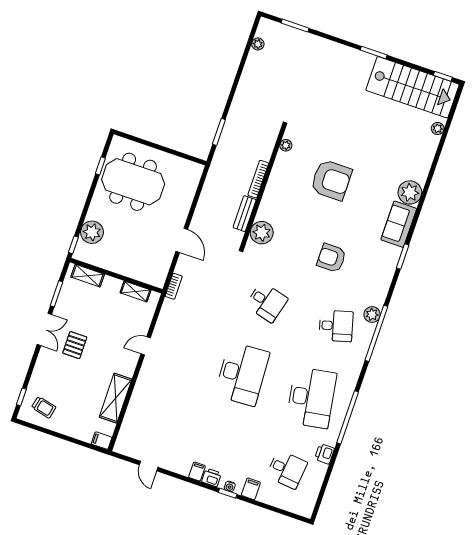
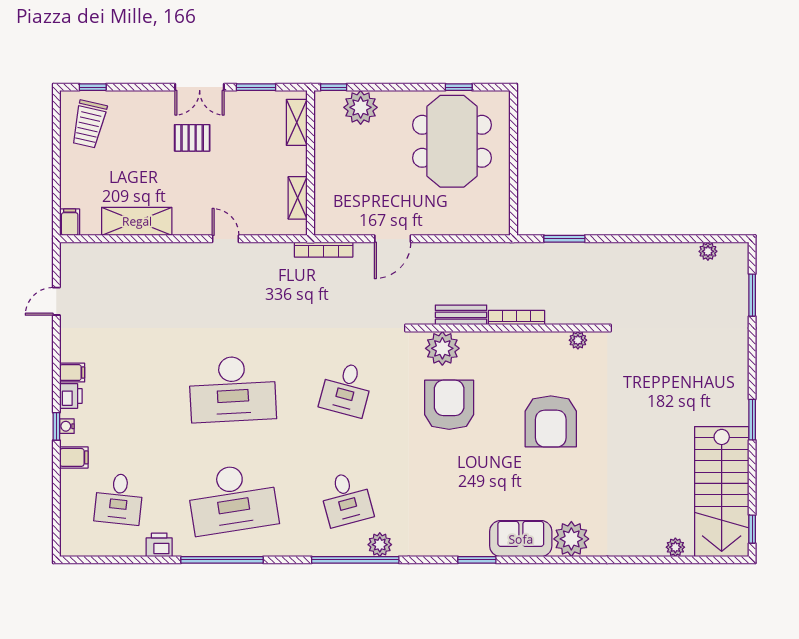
armchair: (331, 258) -> (449, 405), moved, width x1.36, depth x1.36
bookcase: (174, 286) -> (324, 250), width x1.56
trolley: (44, 407) -> (89, 124), width x1.36, depth x1.39

